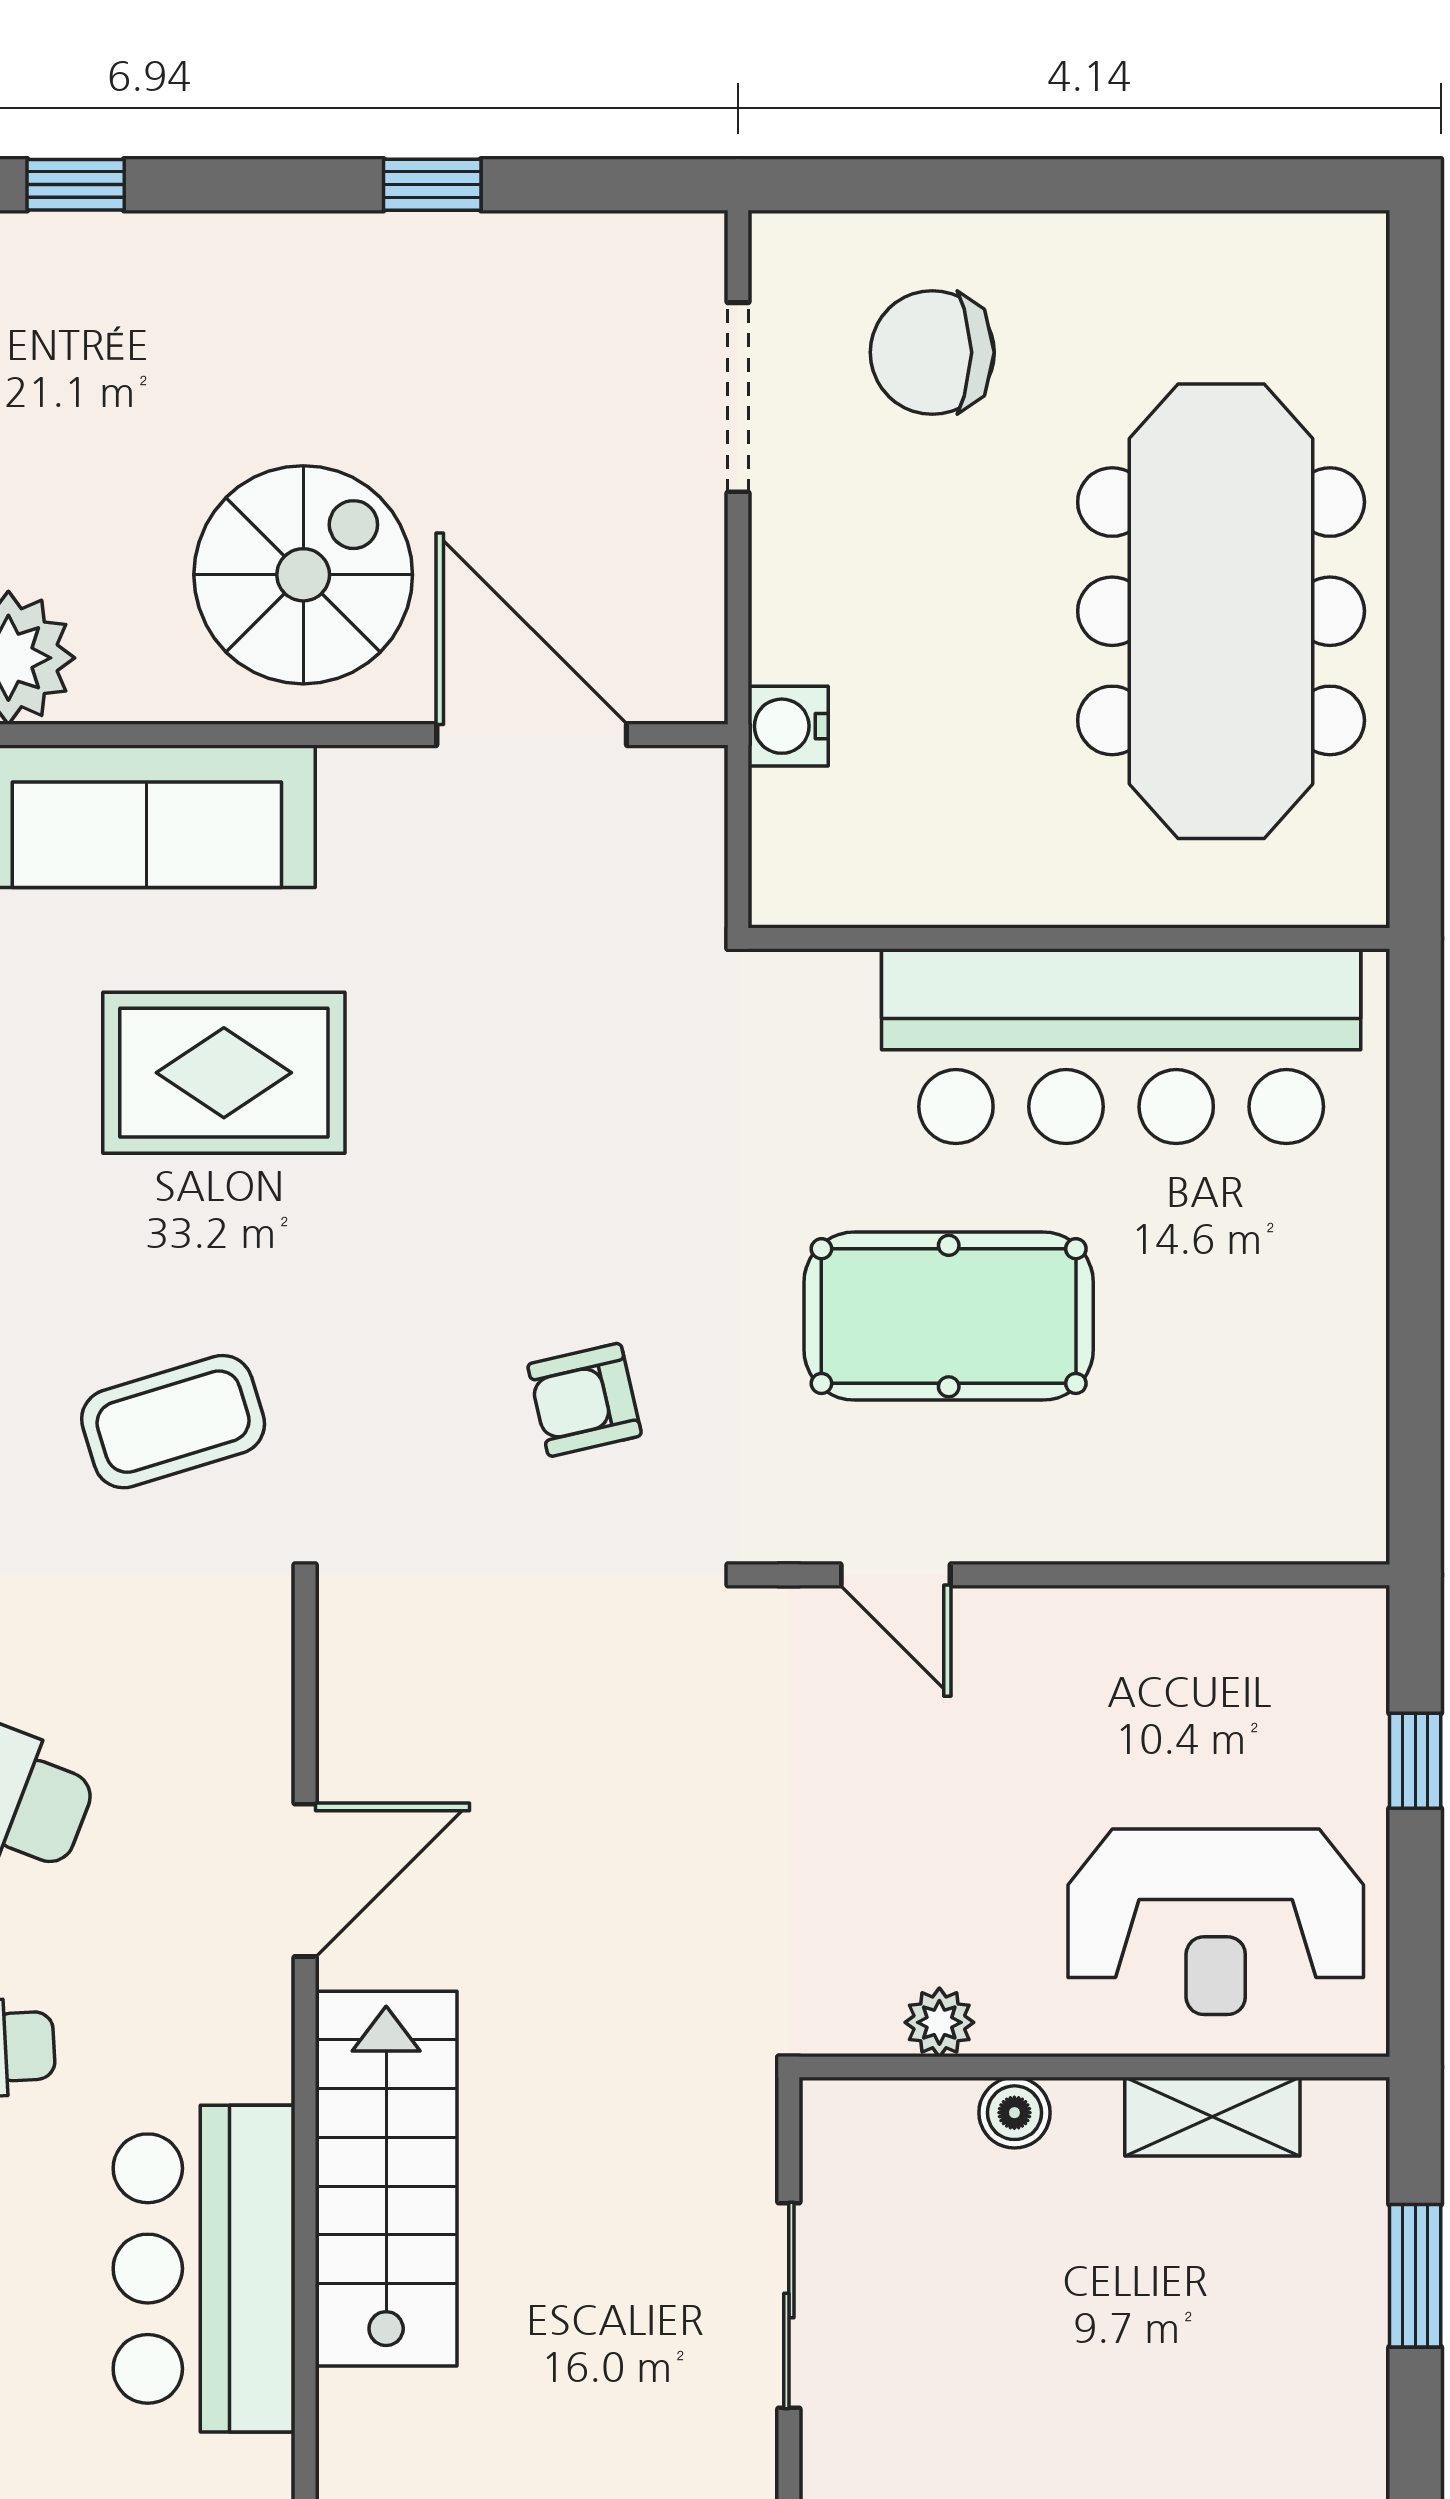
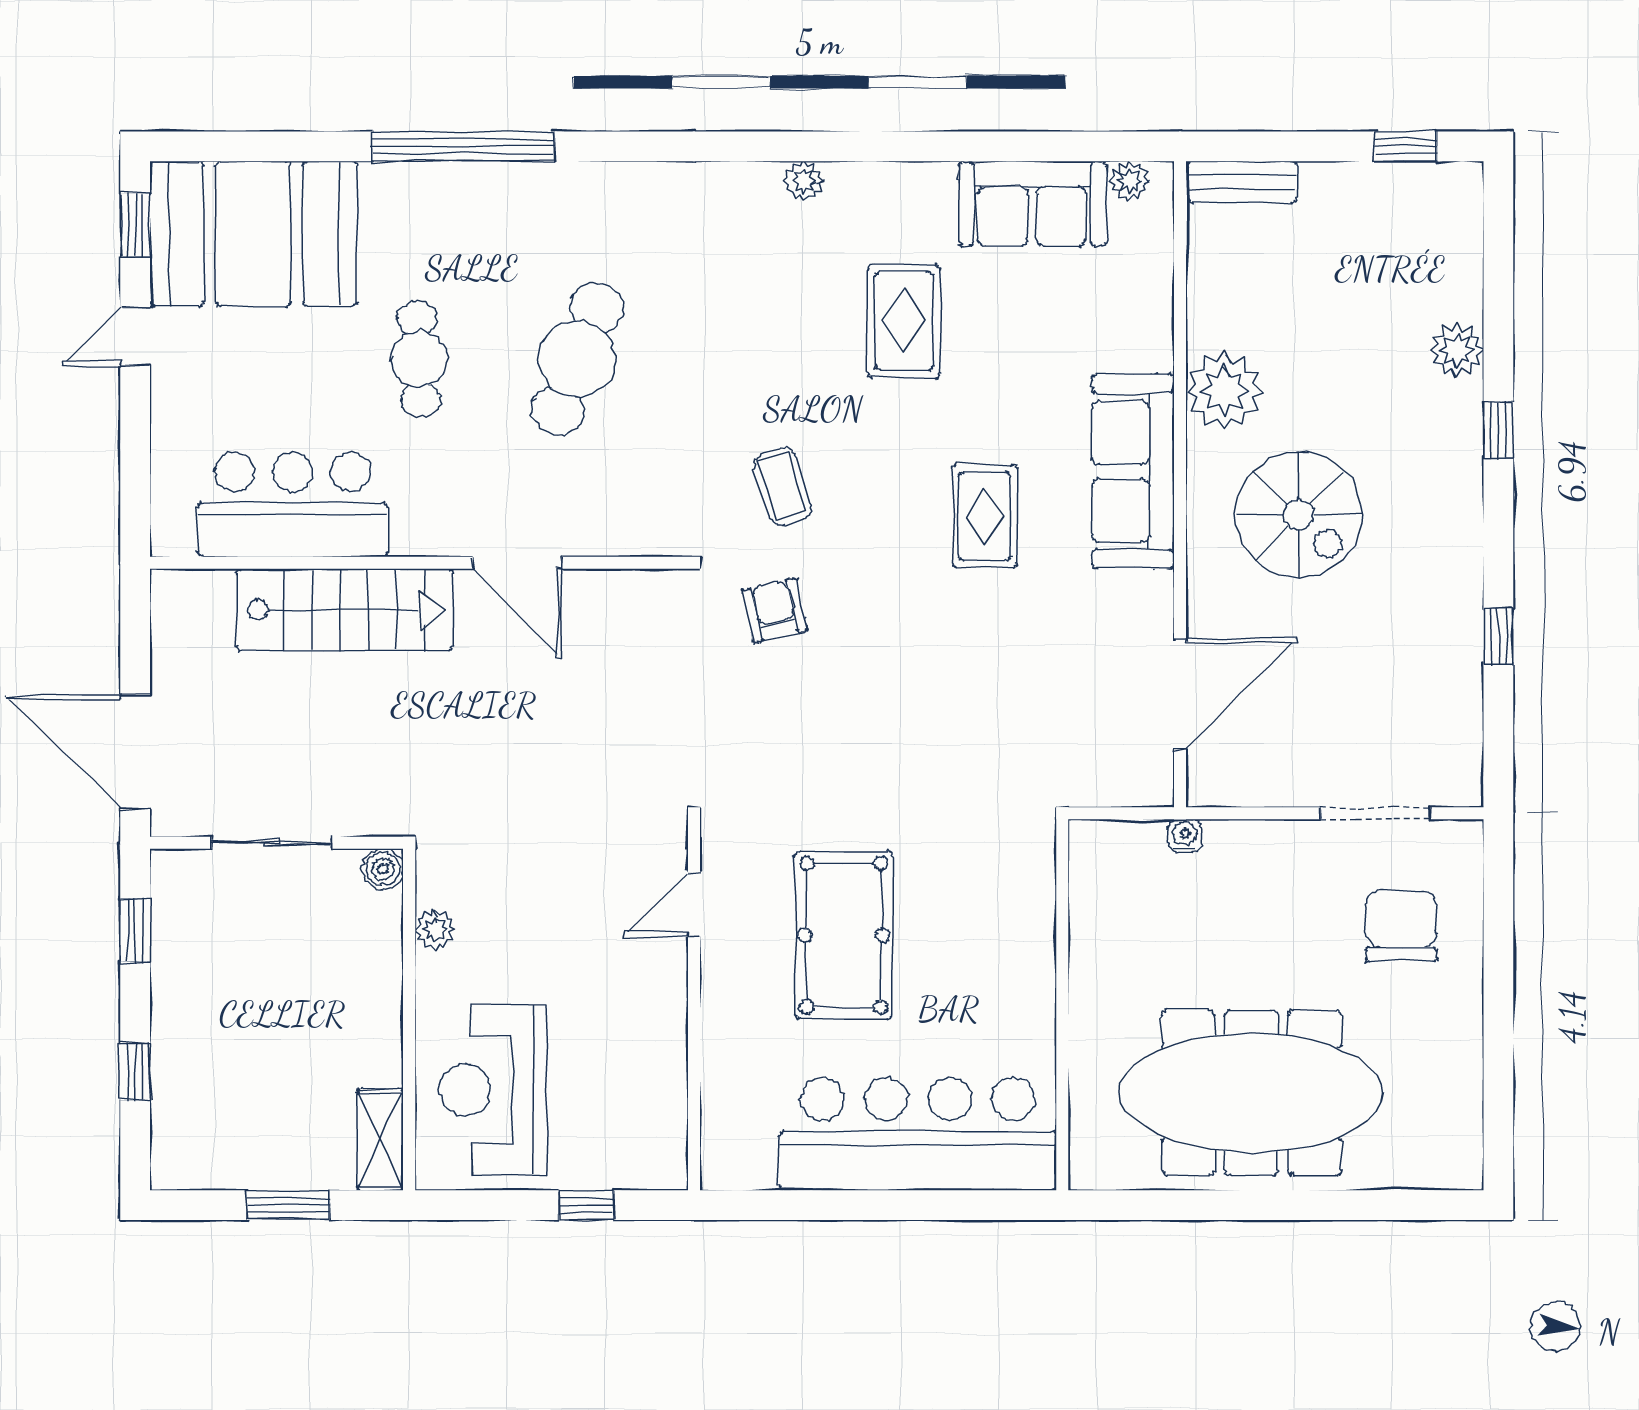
spiral stairs: (303, 575) -> (1299, 515), moved
water cooler: (788, 726) -> (1185, 836), width x0.72, depth x0.72
bar counter: (1121, 1046) -> (918, 1134), moved, turned 90
rug: (224, 1073) -> (985, 516), width x0.73, depth x0.70
armchair: (585, 1400) -> (775, 610), moved
coffee table: (173, 1422) -> (783, 486), width x0.73, depth x0.77
boiler: (1014, 2113) -> (383, 869), moved
shelving: (1212, 2117) -> (380, 1140), moved

